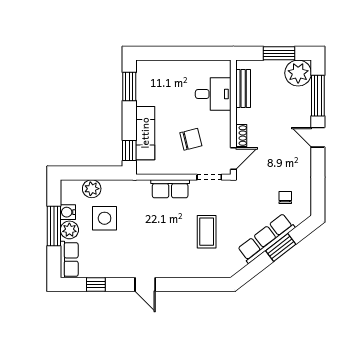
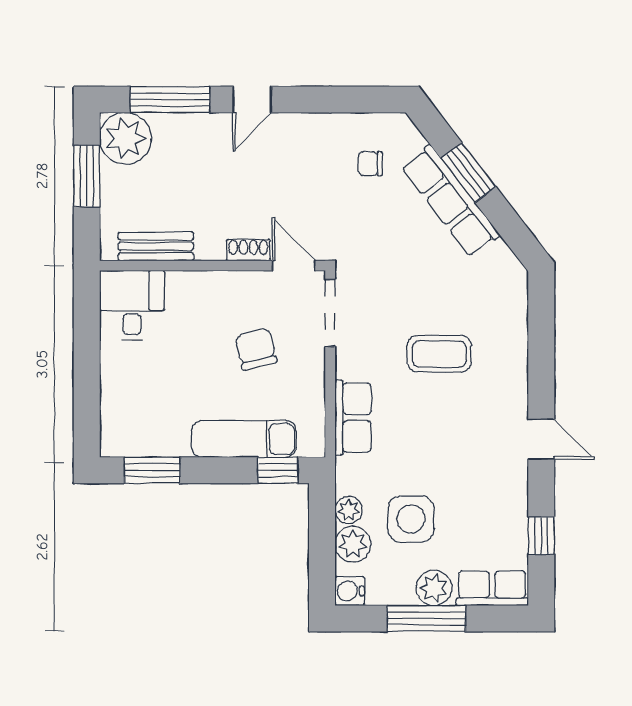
desk: (213, 94) -> (132, 305), moved
doorway: (209, 177) -> (330, 313), width x1.38
plant: (109, 186) -> (349, 510), added
row of seats: (170, 189) -> (353, 418), moved
water cooler: (68, 212) -> (350, 591), moved, turned 90
coffee table: (207, 232) -> (439, 354), moved
door: (145, 284) -> (541, 439), hinge flipped

